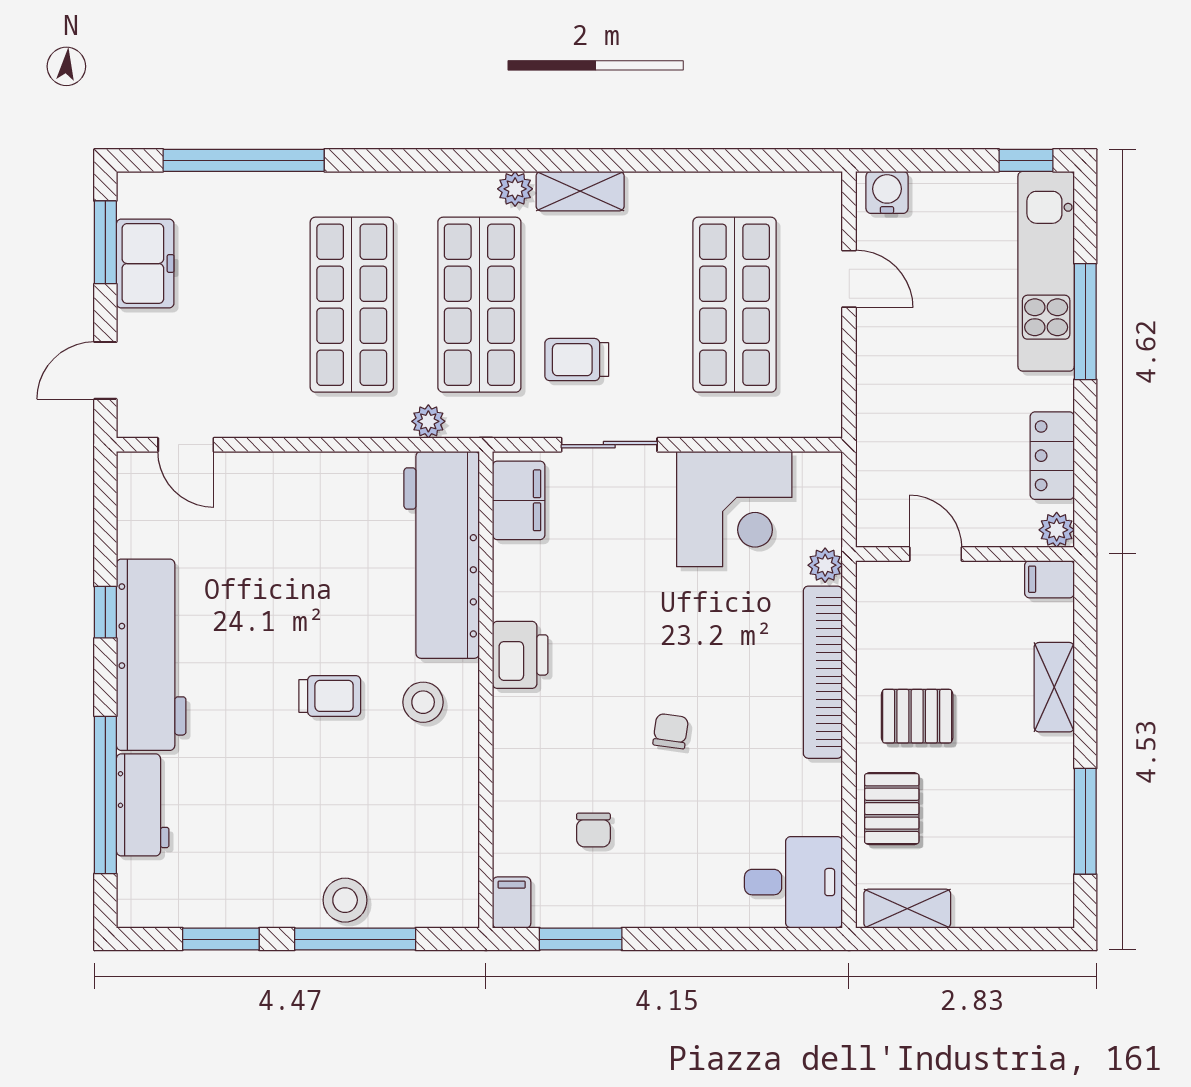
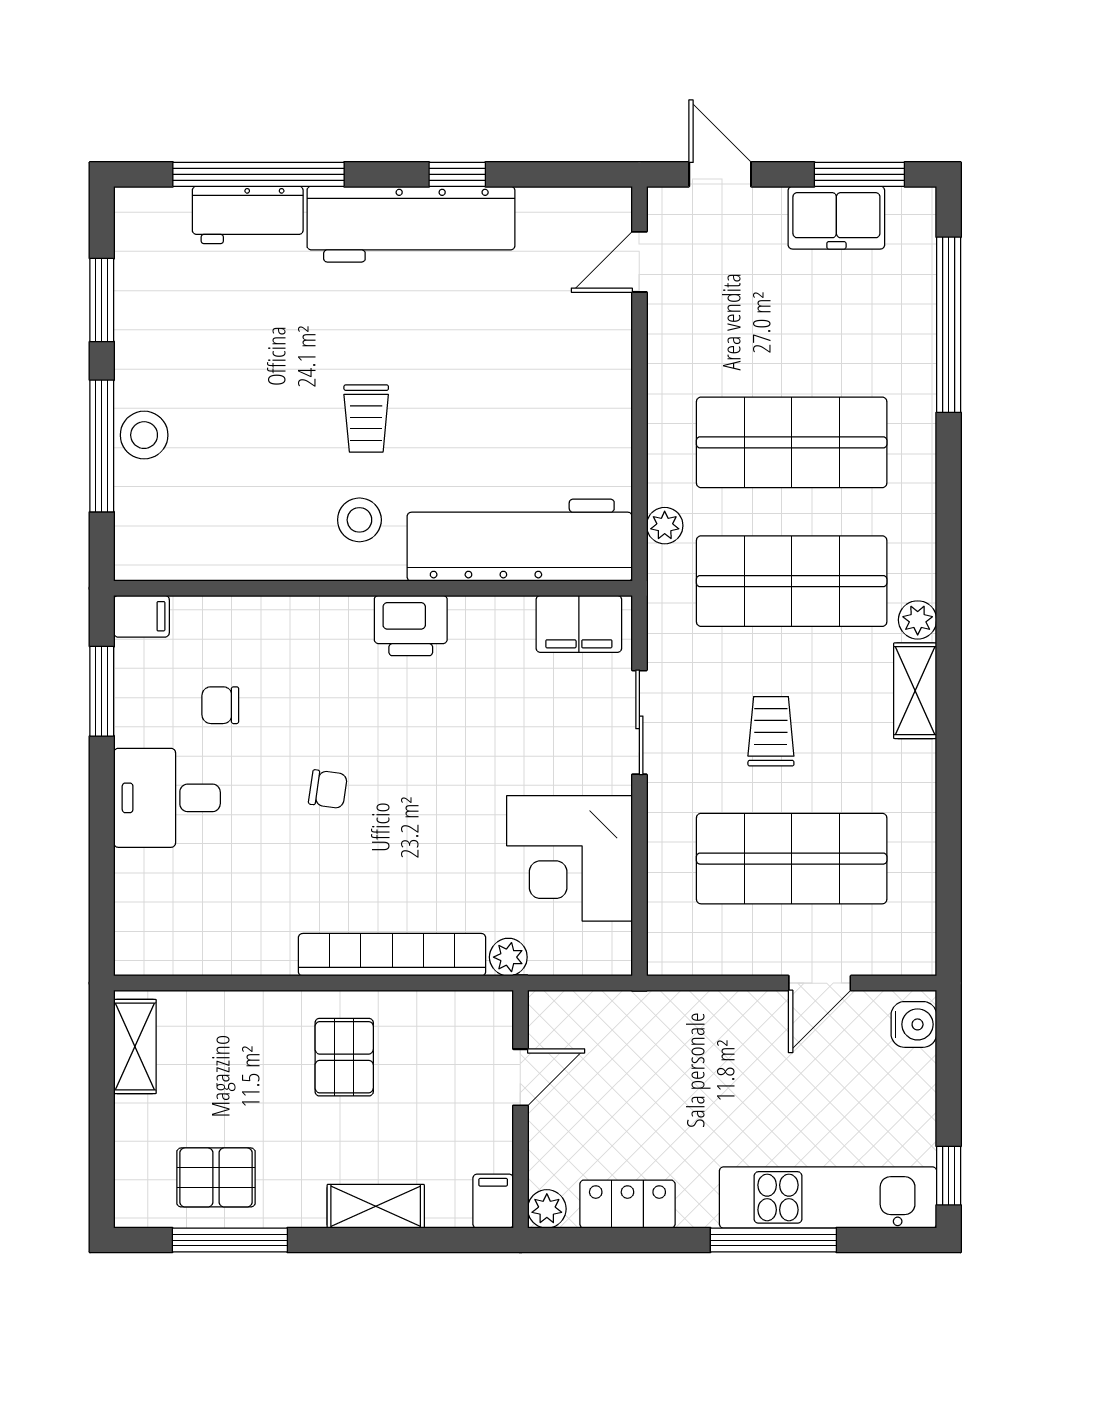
trolley: (577, 360) -> (771, 731), moved
pallet: (892, 809) -> (216, 1177), moved
desk: (793, 882) -> (167, 798), moved, turned 90

